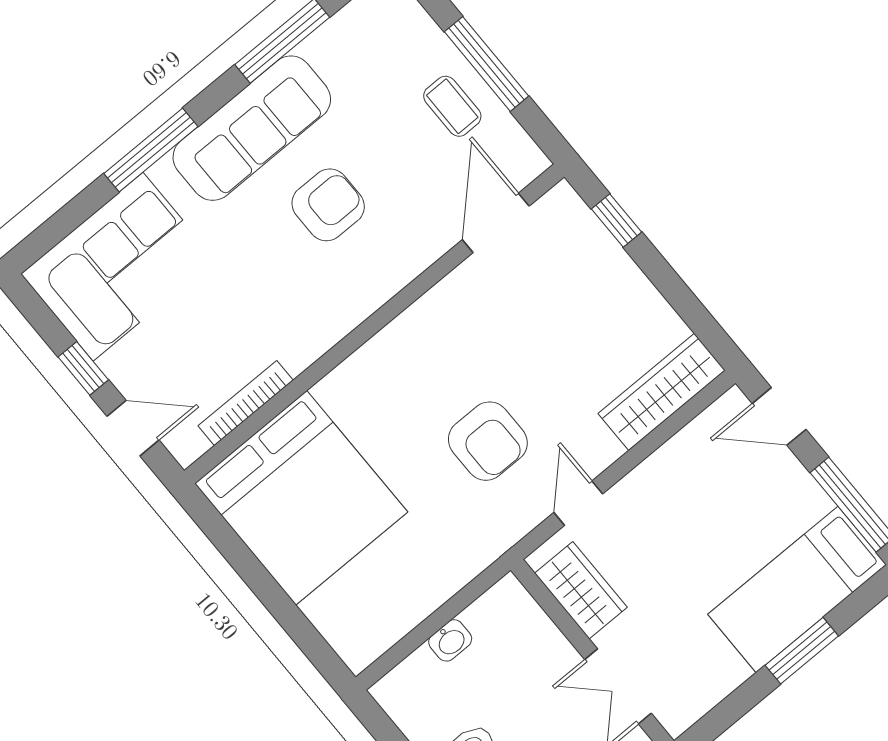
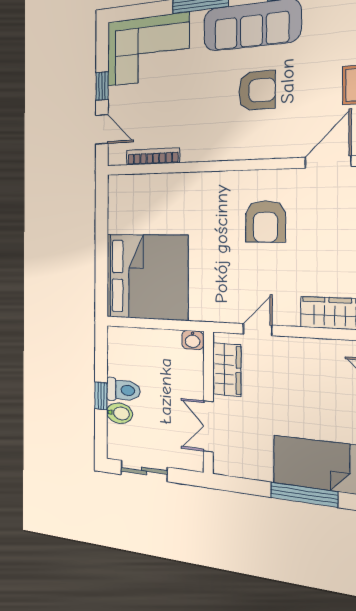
armchair: (488, 441) -> (265, 221), moved
bed: (301, 498) -> (147, 277), moved, turned -90
washbasin: (450, 640) -> (193, 340), moved
window: (802, 651) -> (304, 495), width x1.44

